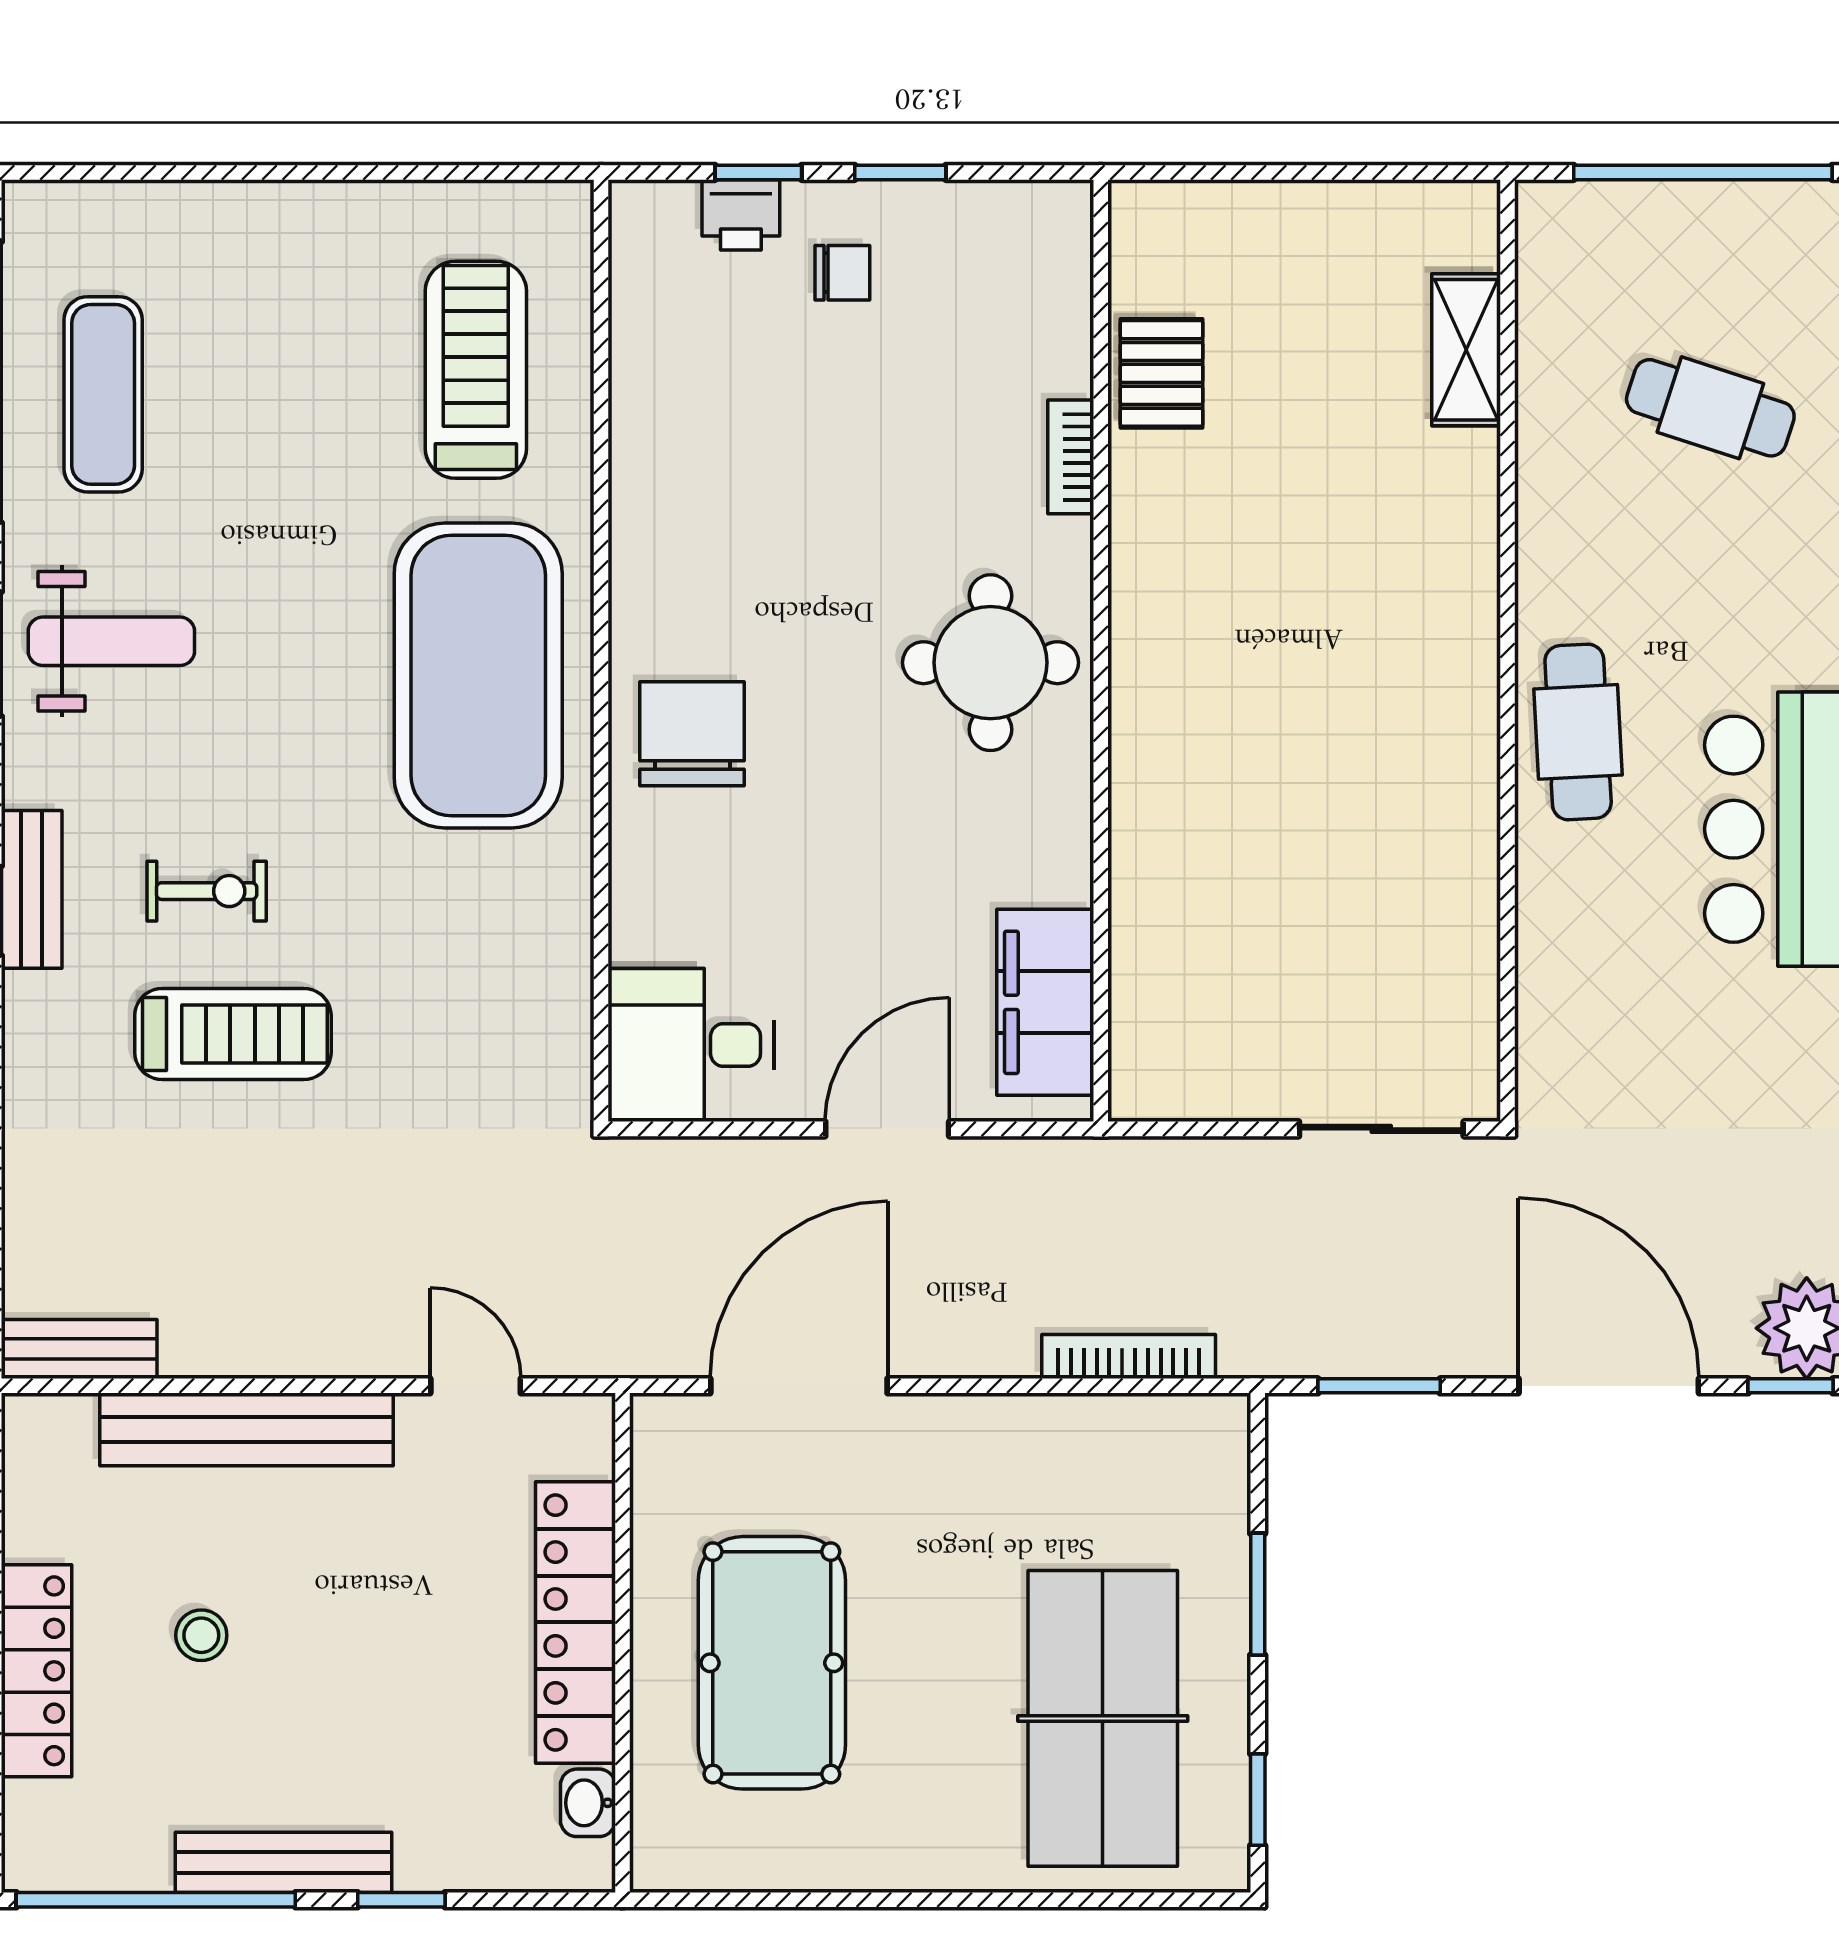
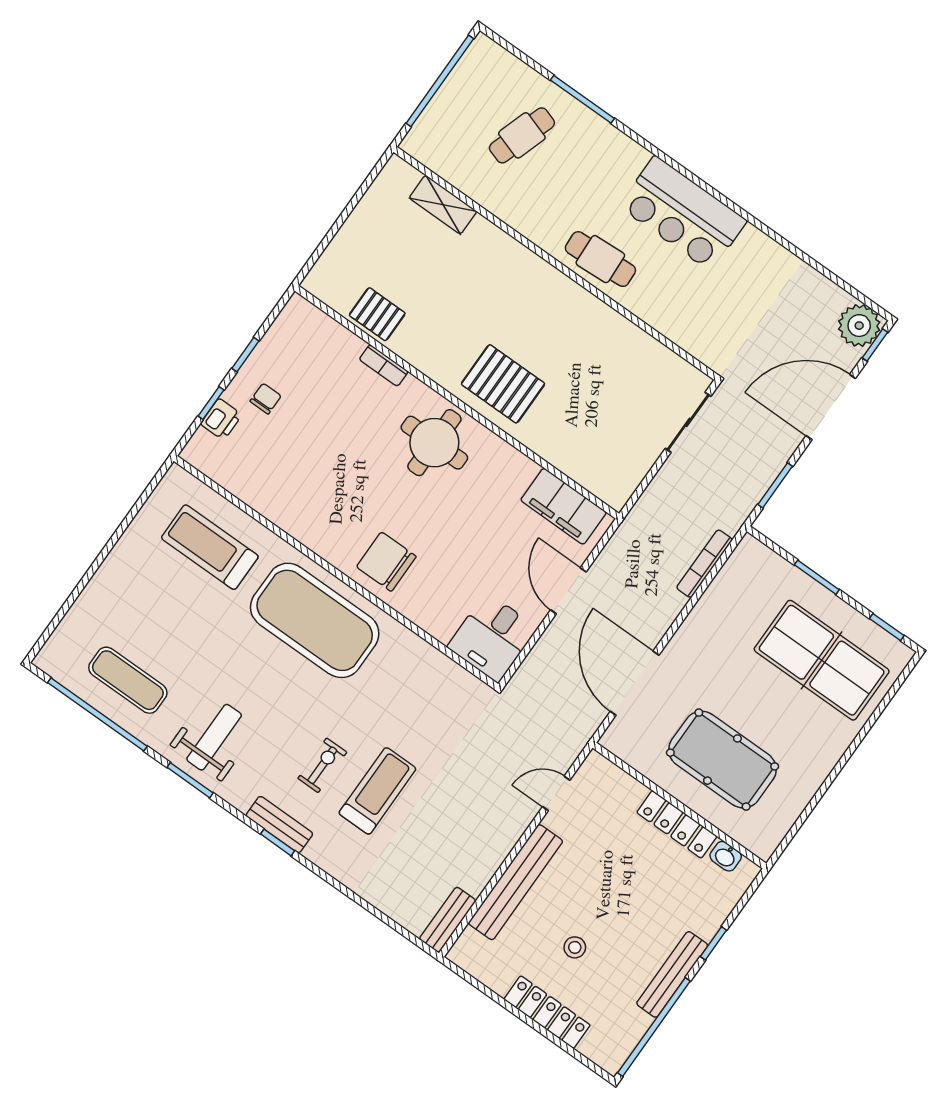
pallet: (1200, 715) -> (503, 384), added
locker: (575, 1622) -> (677, 824), width x0.71, depth x0.83

